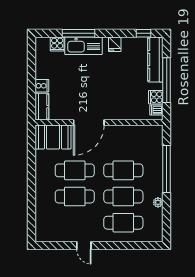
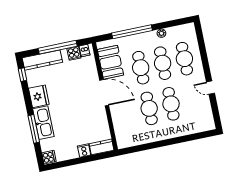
cooker: (57, 44) -> (49, 157), moved
fridge: (115, 44) -> (39, 96), width x1.88, depth x1.34
door: (89, 123) -> (104, 93), moved
booth: (53, 137) -> (110, 62), moved
door: (84, 246) -> (210, 88), swing flipped

